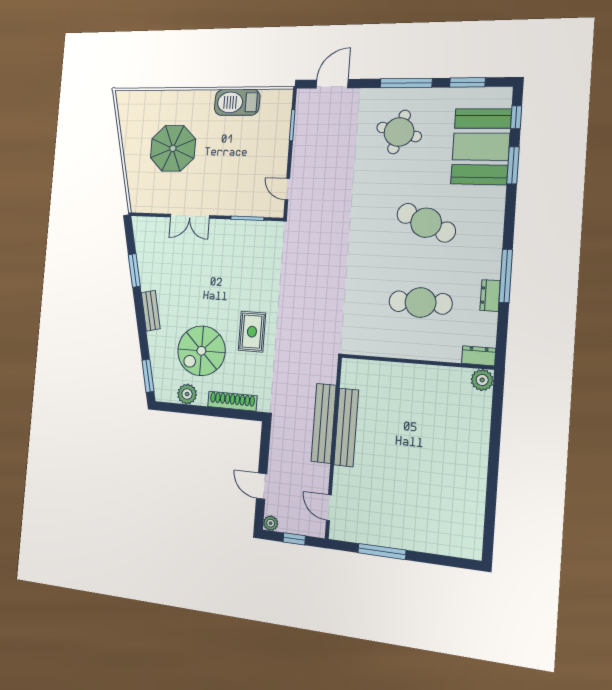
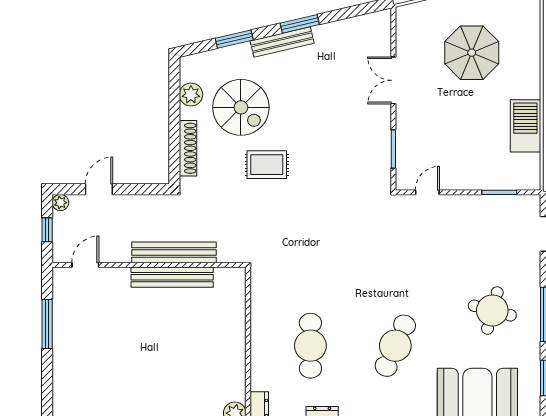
window: (134, 270) -> (300, 24), moved
bench: (151, 311) -> (282, 42), width x1.36
spiral stairs: (201, 351) -> (241, 107), turned 180
window: (148, 376) -> (234, 39), moved

